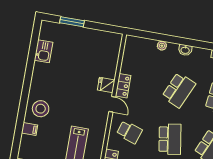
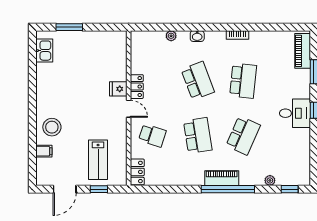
kitchen sink: (44, 51) -> (44, 51), moved
school desk: (179, 90) -> (198, 81), turned -45

